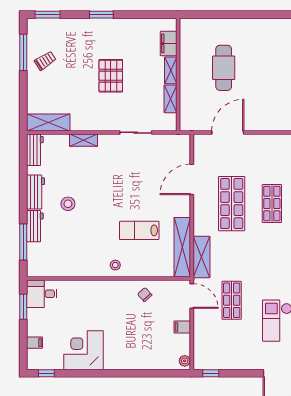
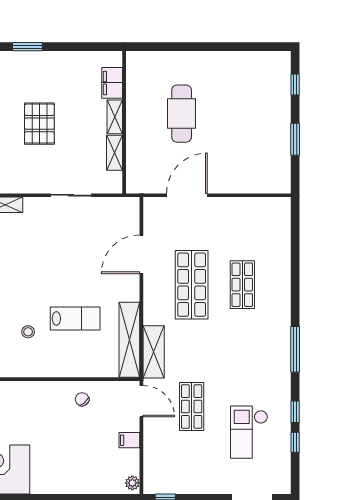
lab bench: (139, 230) -> (75, 318), turned 180
stool: (115, 265) -> (28, 332), moved

